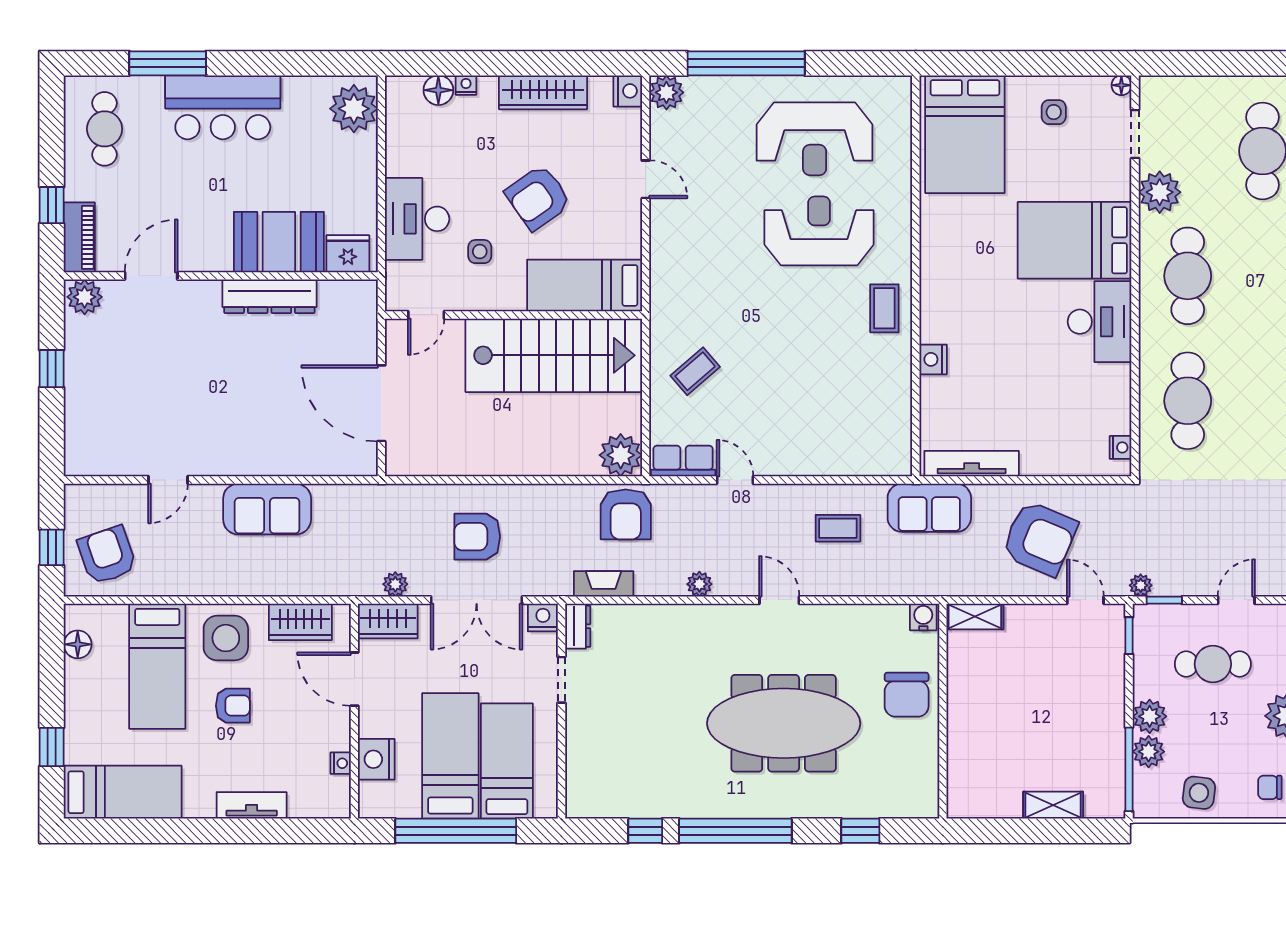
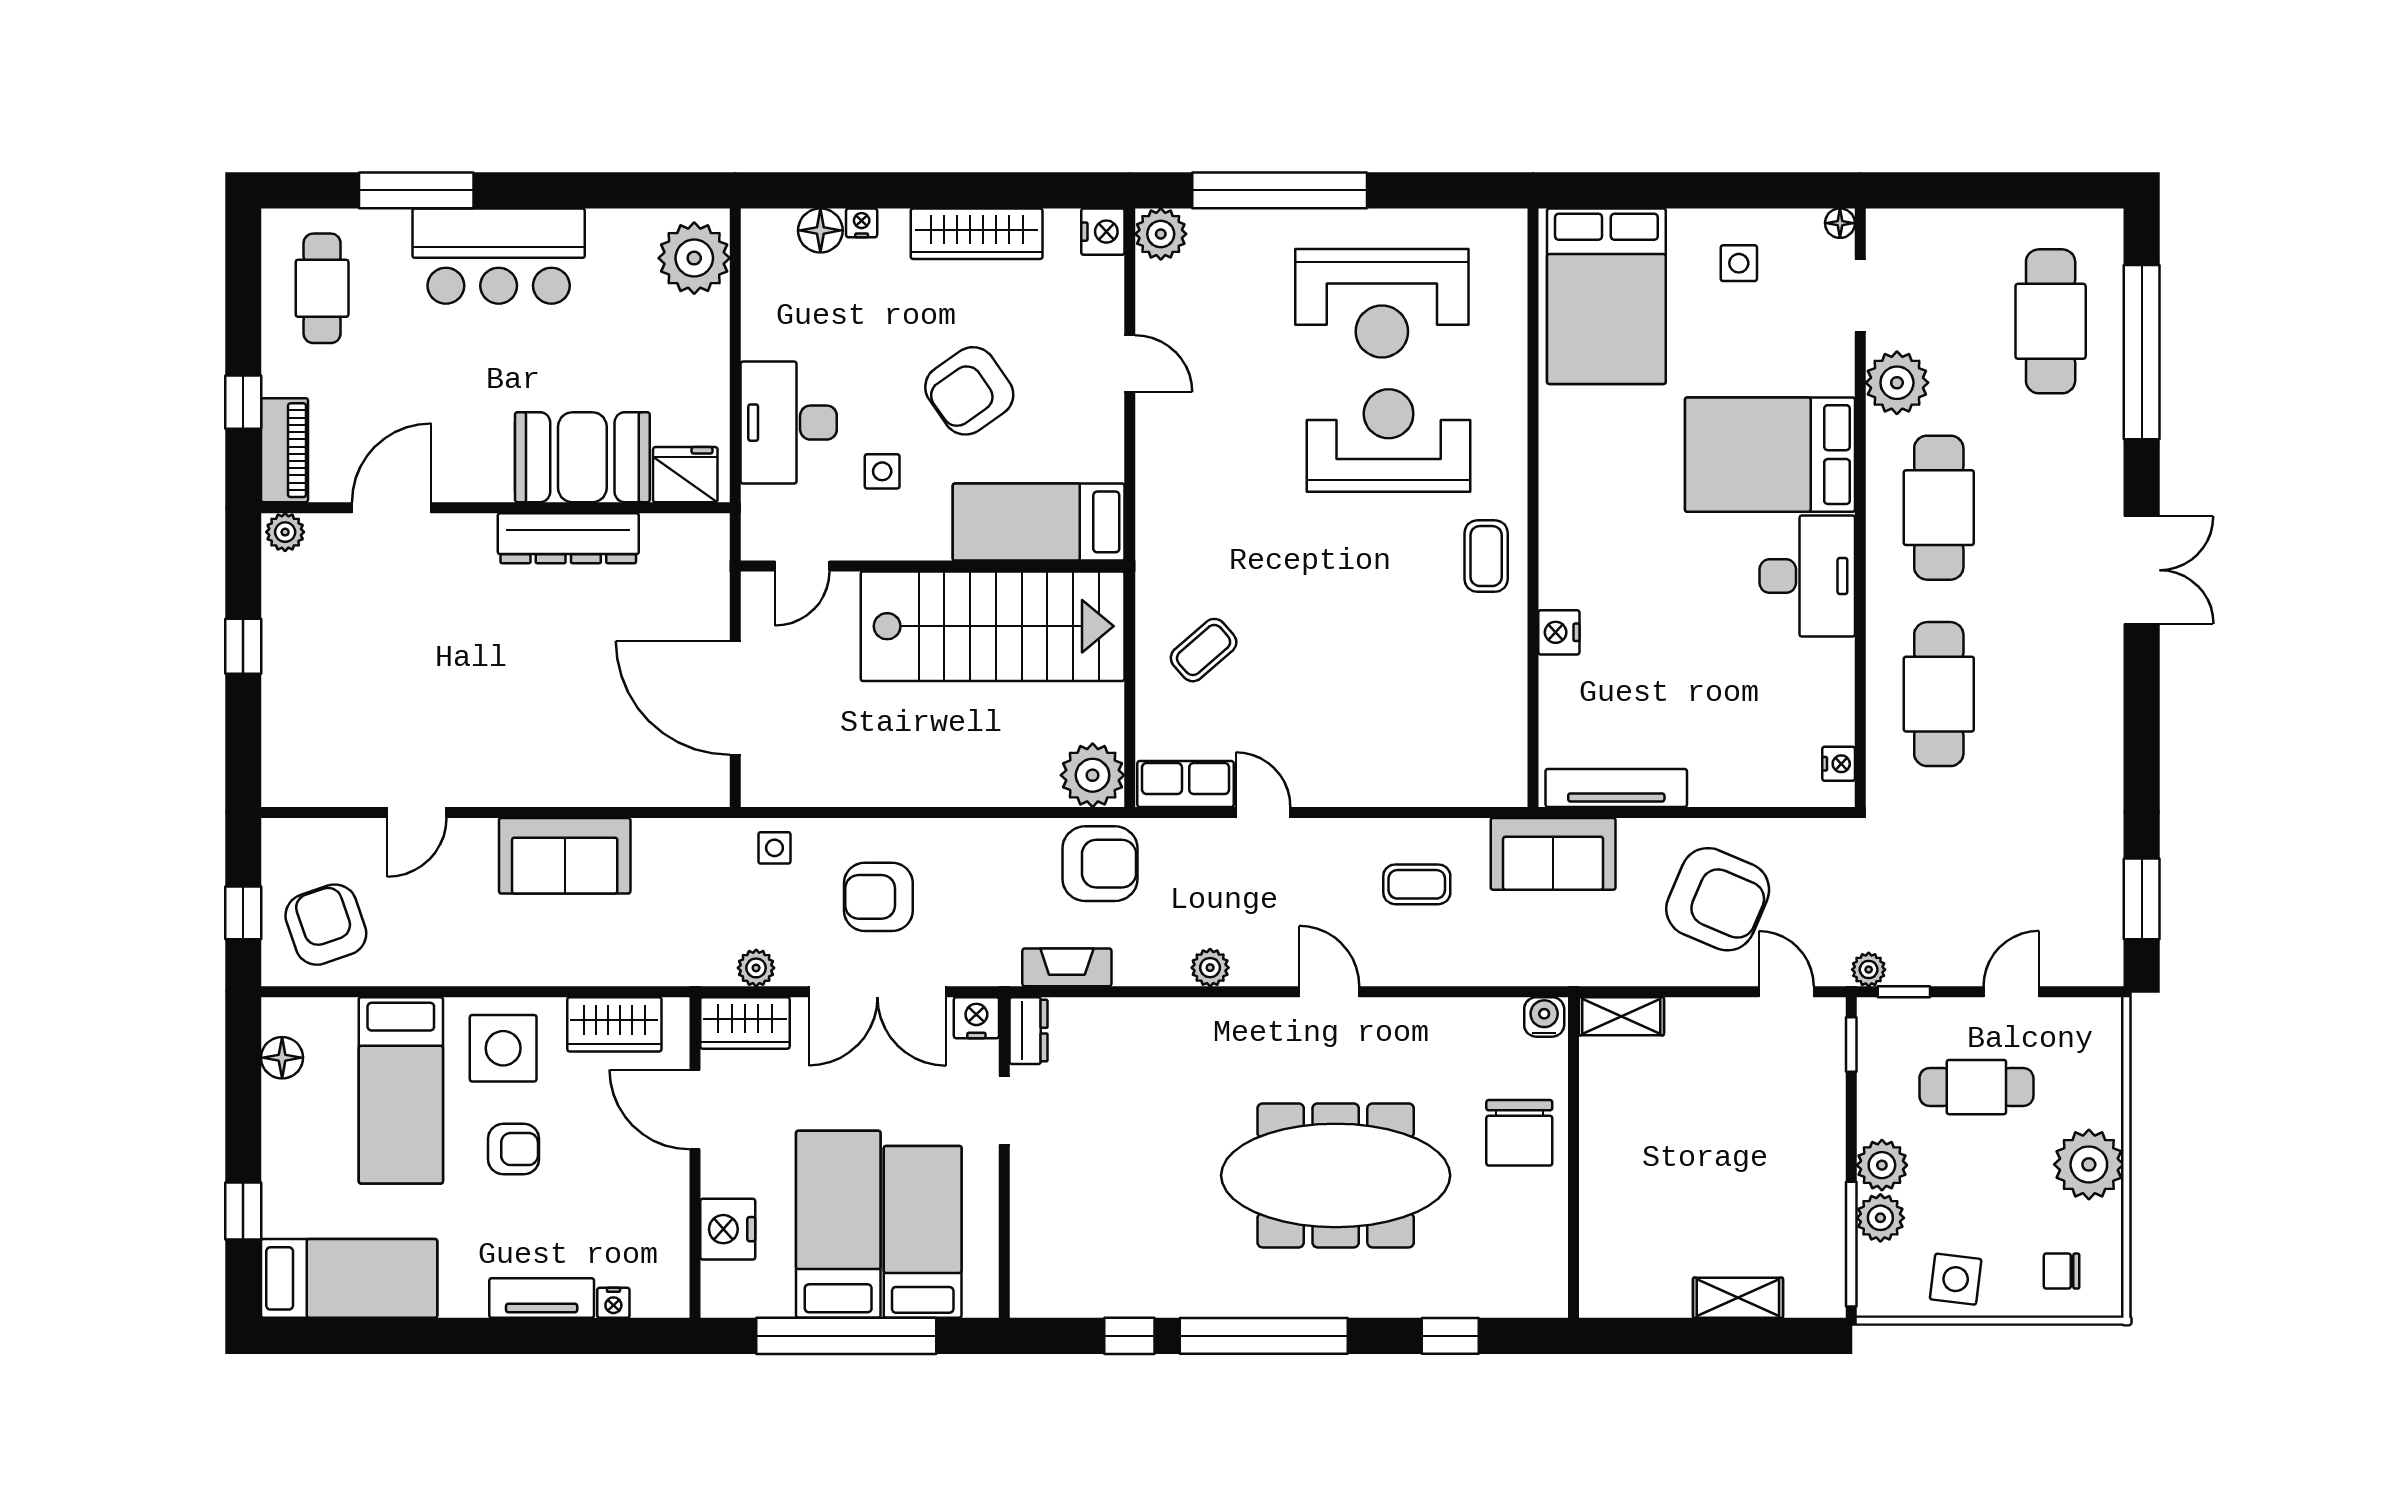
plant: (85, 297) -> (285, 532), width x0.73, depth x0.73
side table: (408, 504) -> (774, 848), added
armchair: (626, 514) -> (1100, 864), turned -90
nightstand: (341, 763) -> (613, 1303), moved, turned 90

